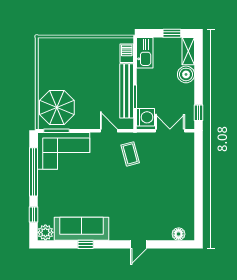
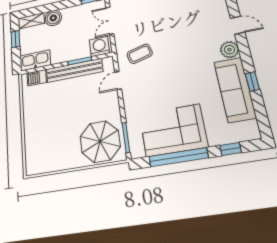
corner sofa: (64, 151) -> (173, 130), moved, turned -90
plant: (45, 232) -> (229, 50), moved

